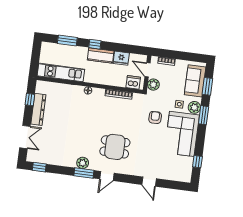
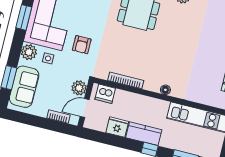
door: (147, 70) -> (85, 108), swing flipped
window: (204, 115) -> (24, 17), moved

